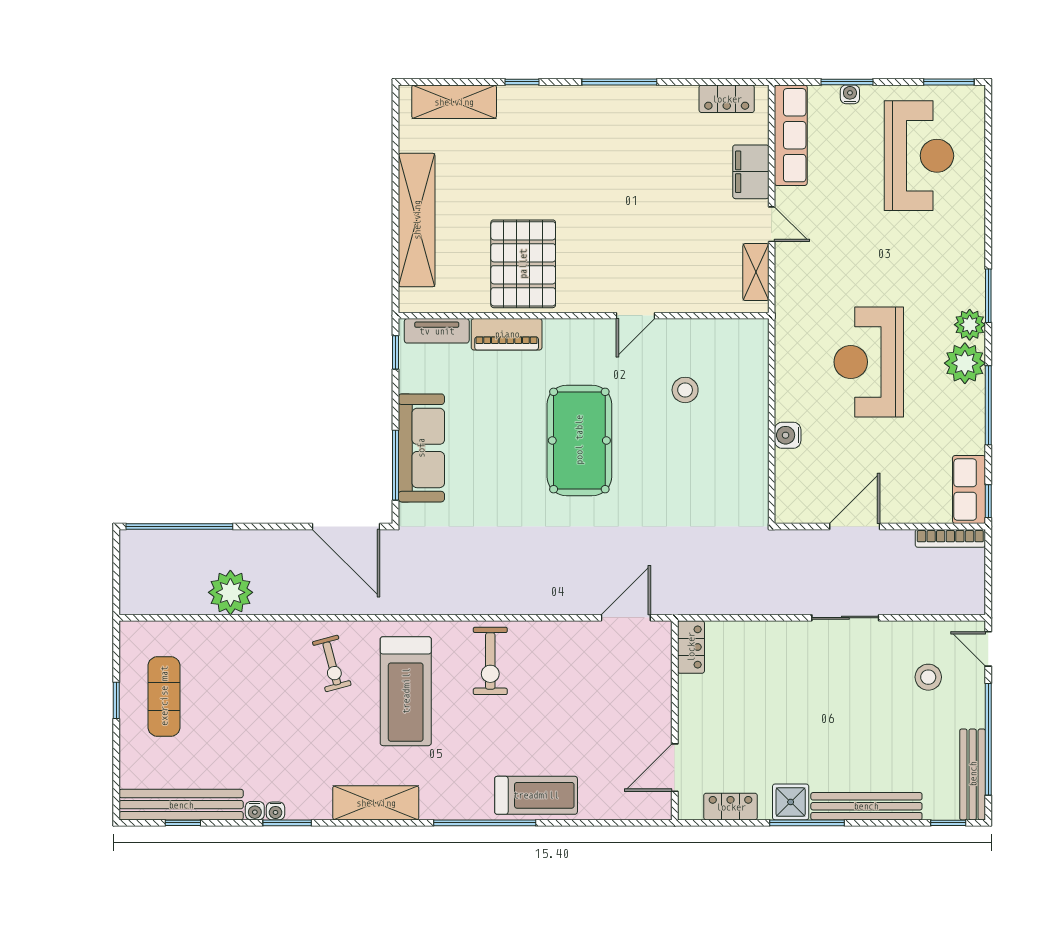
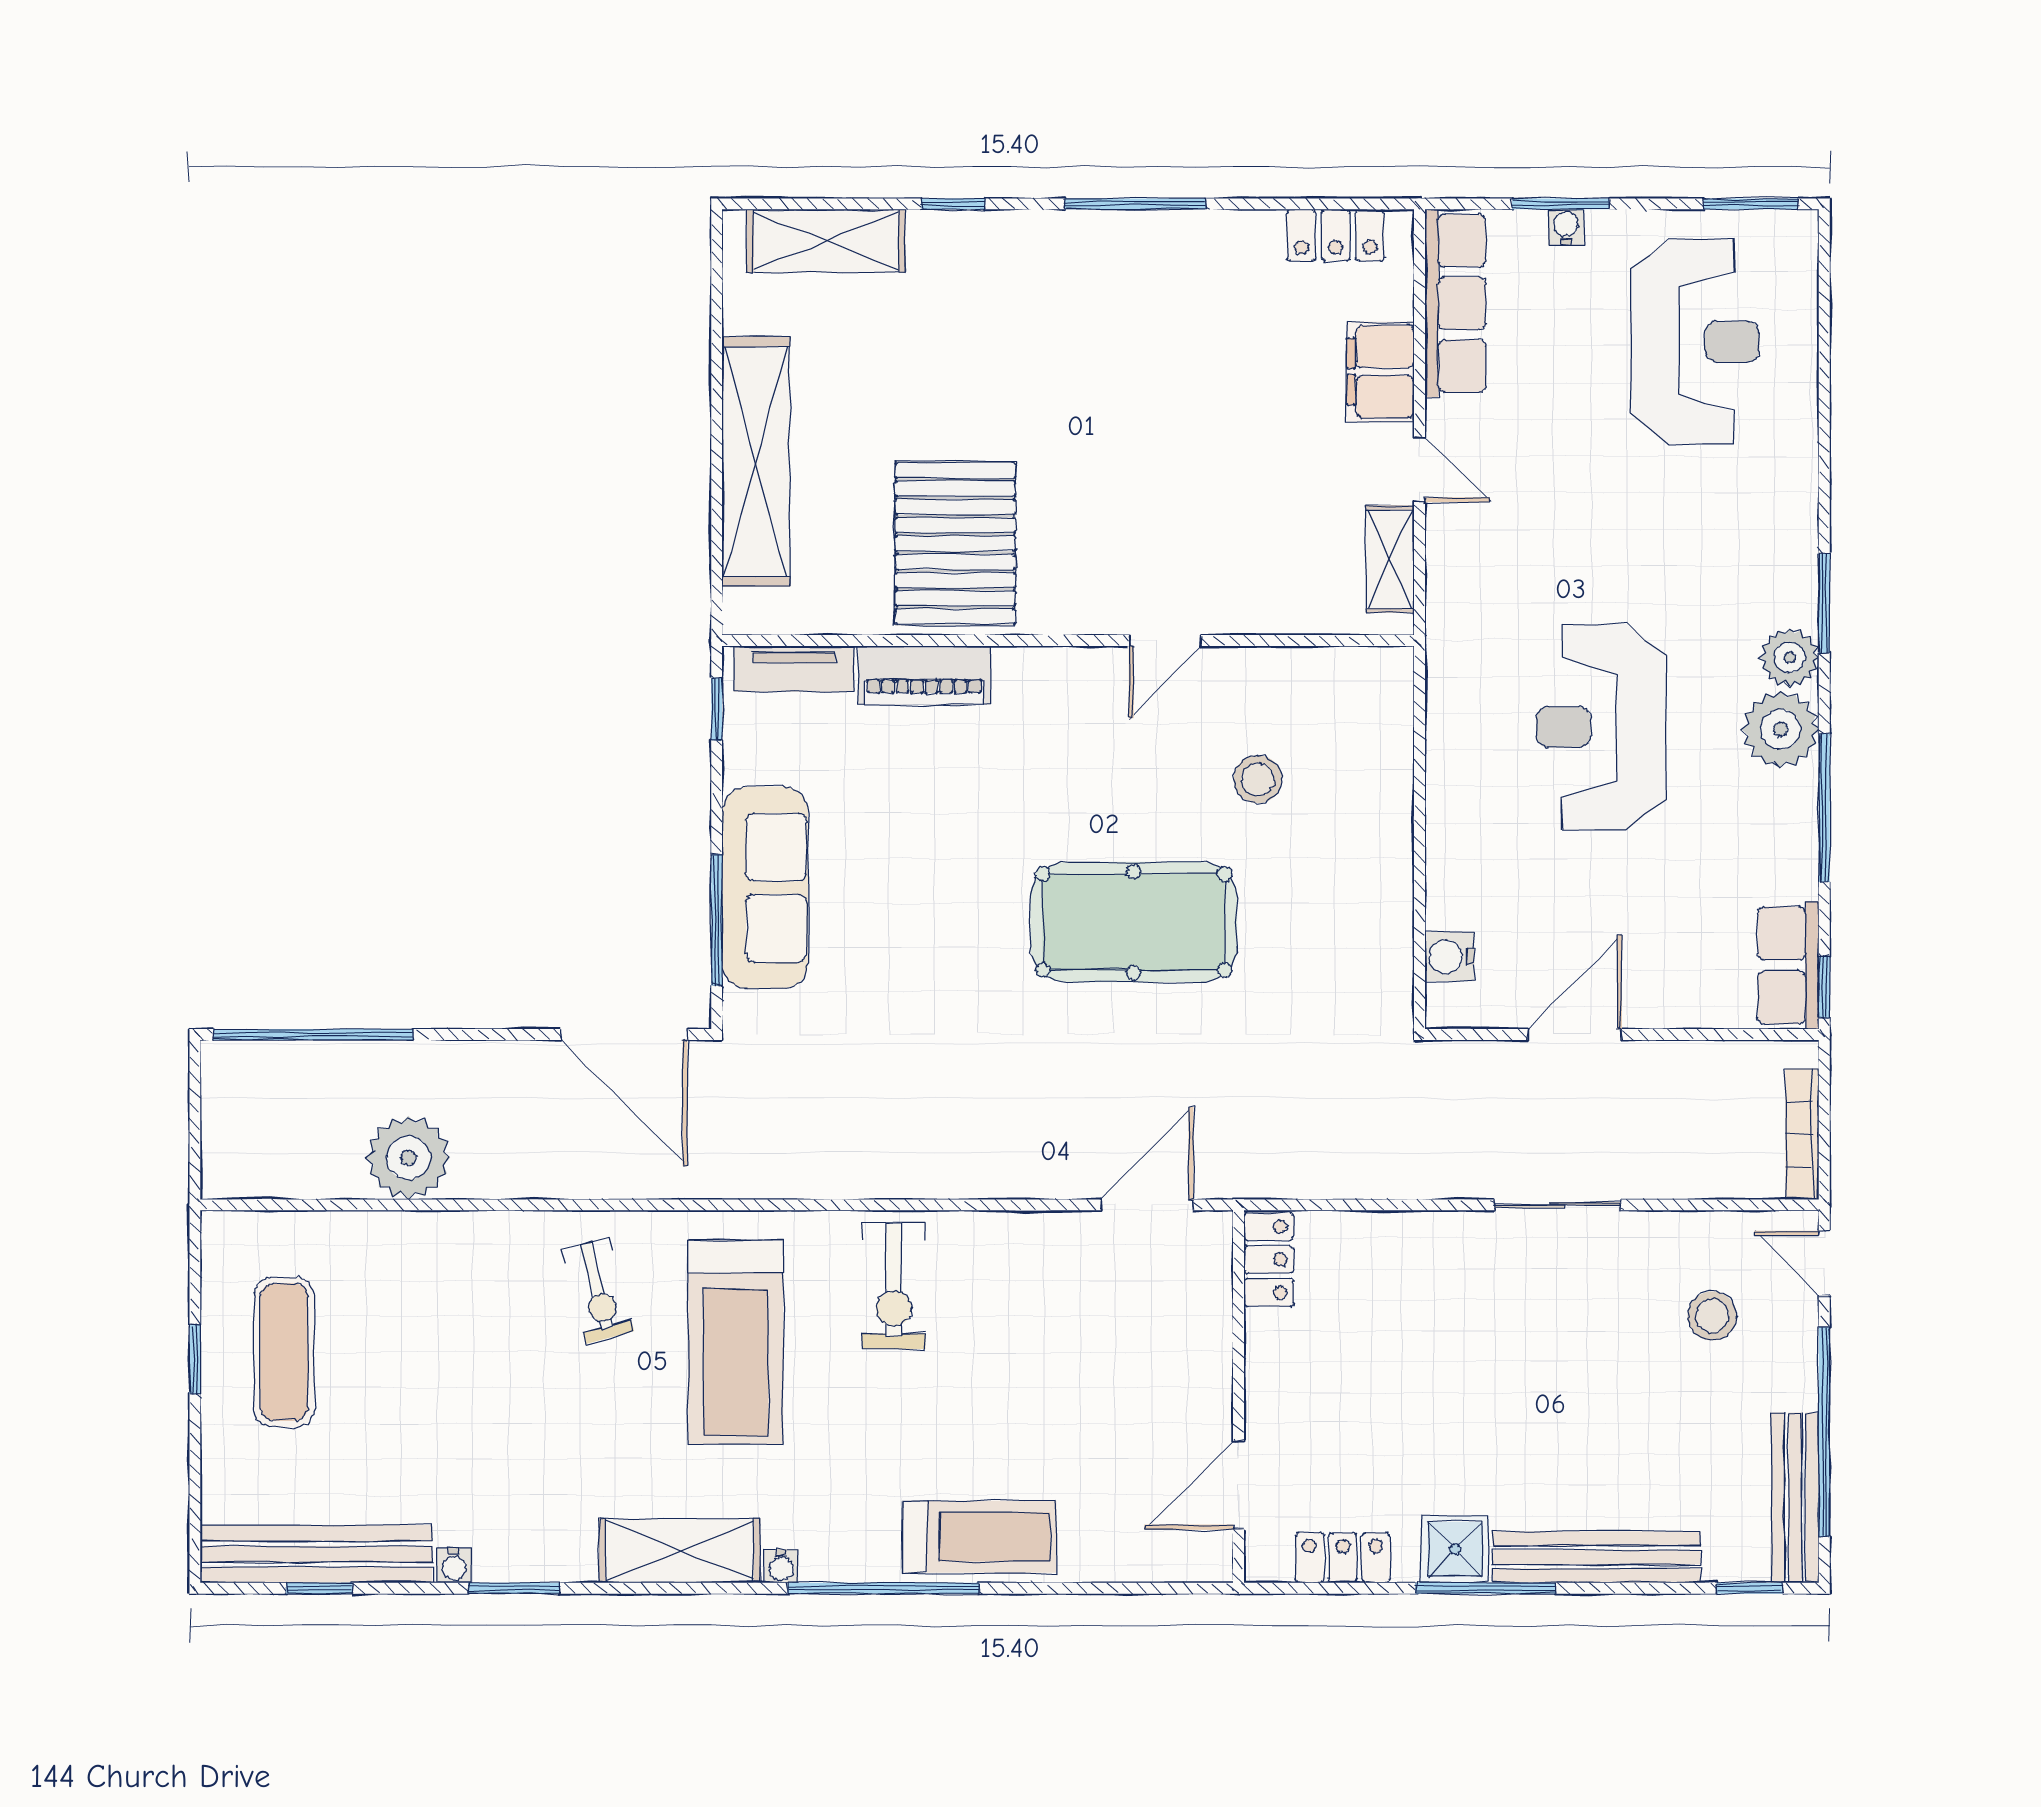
water cooler: (788, 435) -> (1449, 957), moved
pool table: (579, 440) -> (1134, 922), moved, turned 90
bookcase: (950, 538) -> (1802, 1134), moved, turned 90
water cooler: (275, 811) -> (781, 1566), moved

